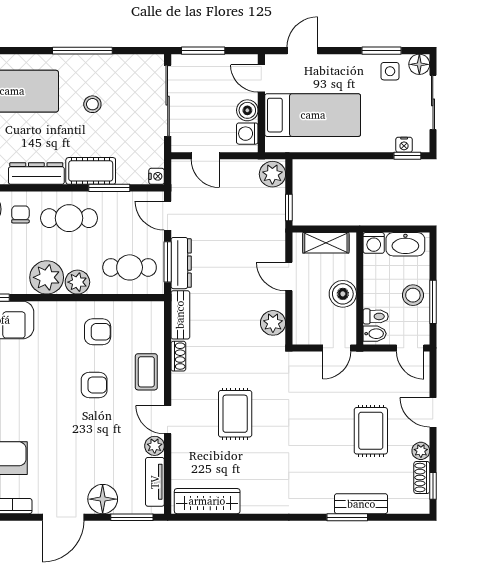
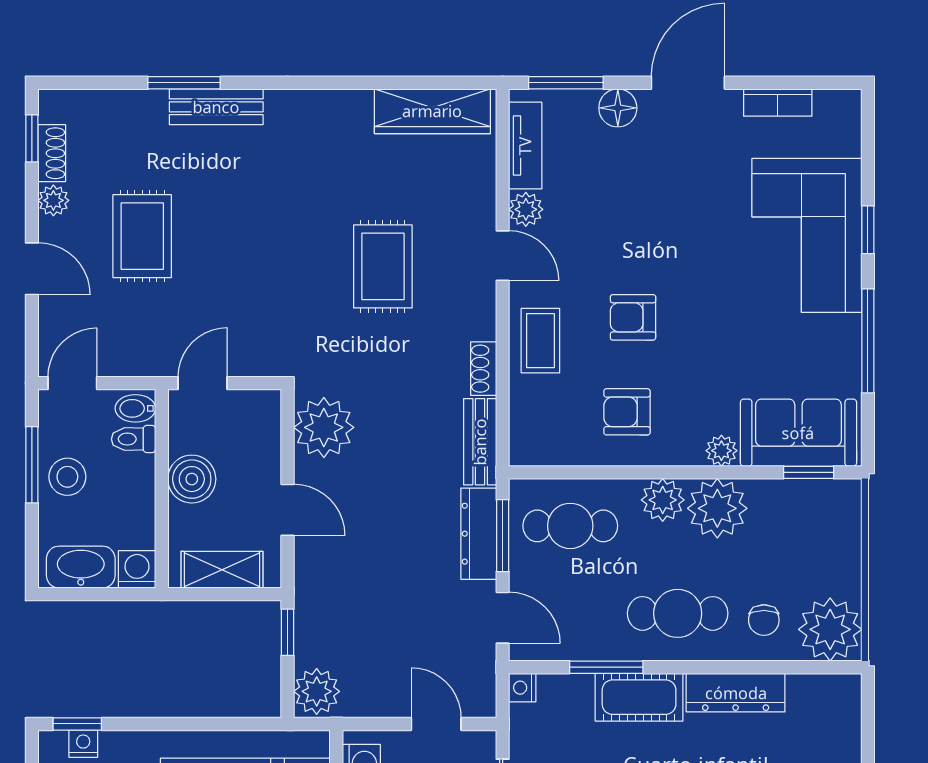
plant: (44, 310) -> (721, 451), added
plant: (273, 323) -> (324, 427), width x1.36, depth x1.36
door: (410, 348) -> (72, 383), hinge flipped
floor lamp: (103, 499) -> (618, 108), width x0.73, depth x0.73
bench: (361, 504) -> (216, 107), moved

